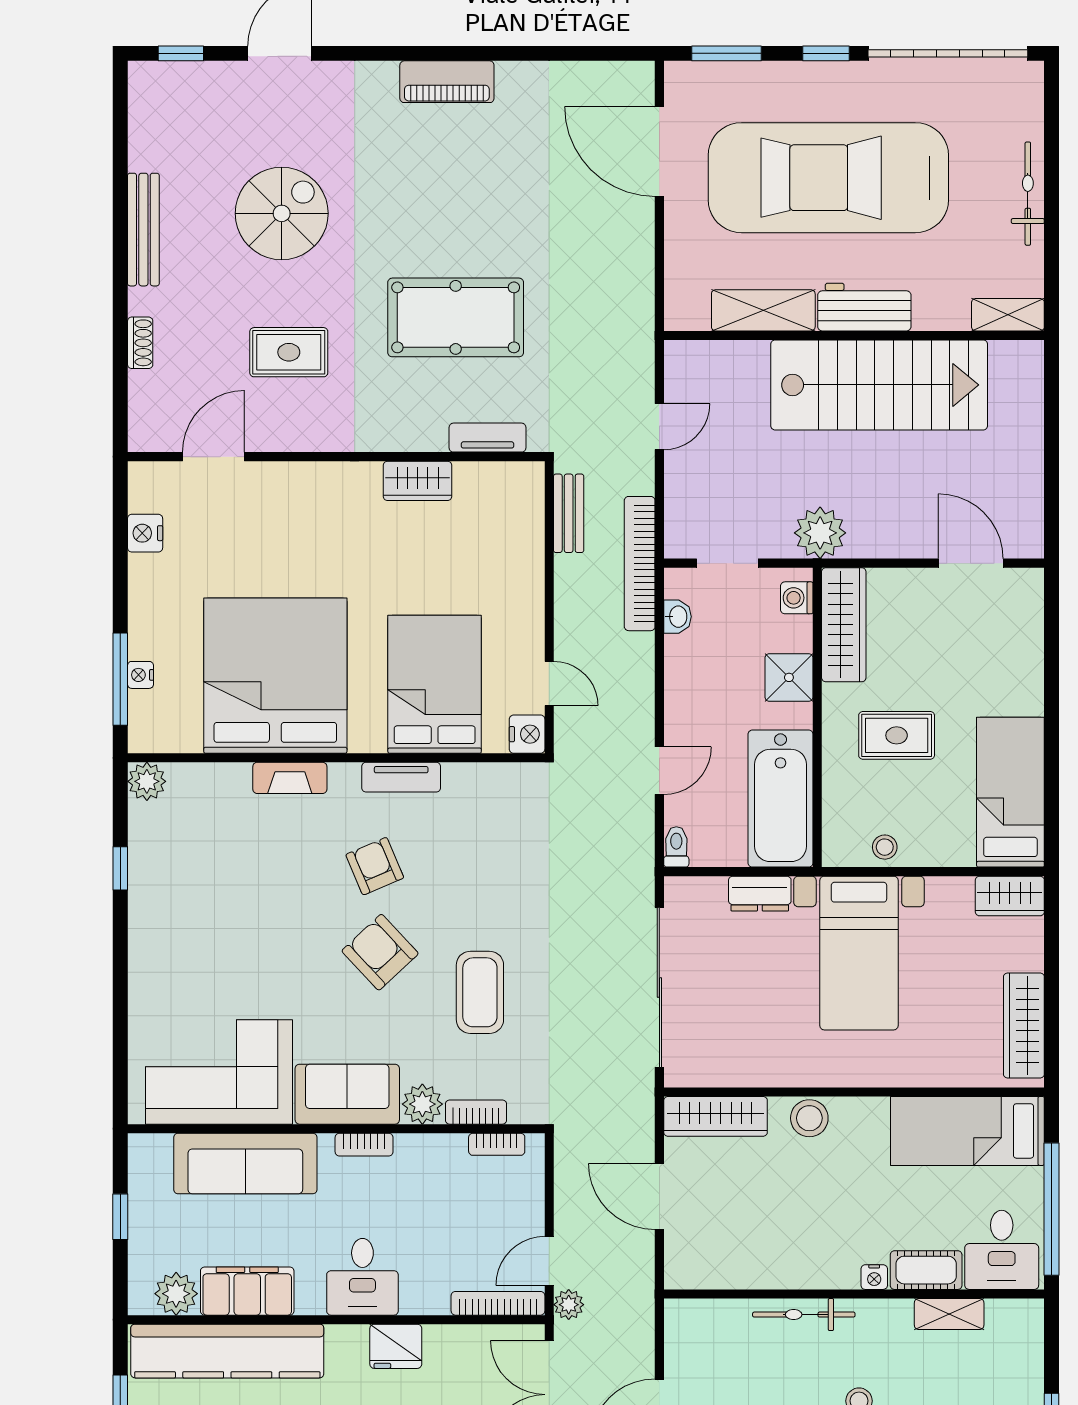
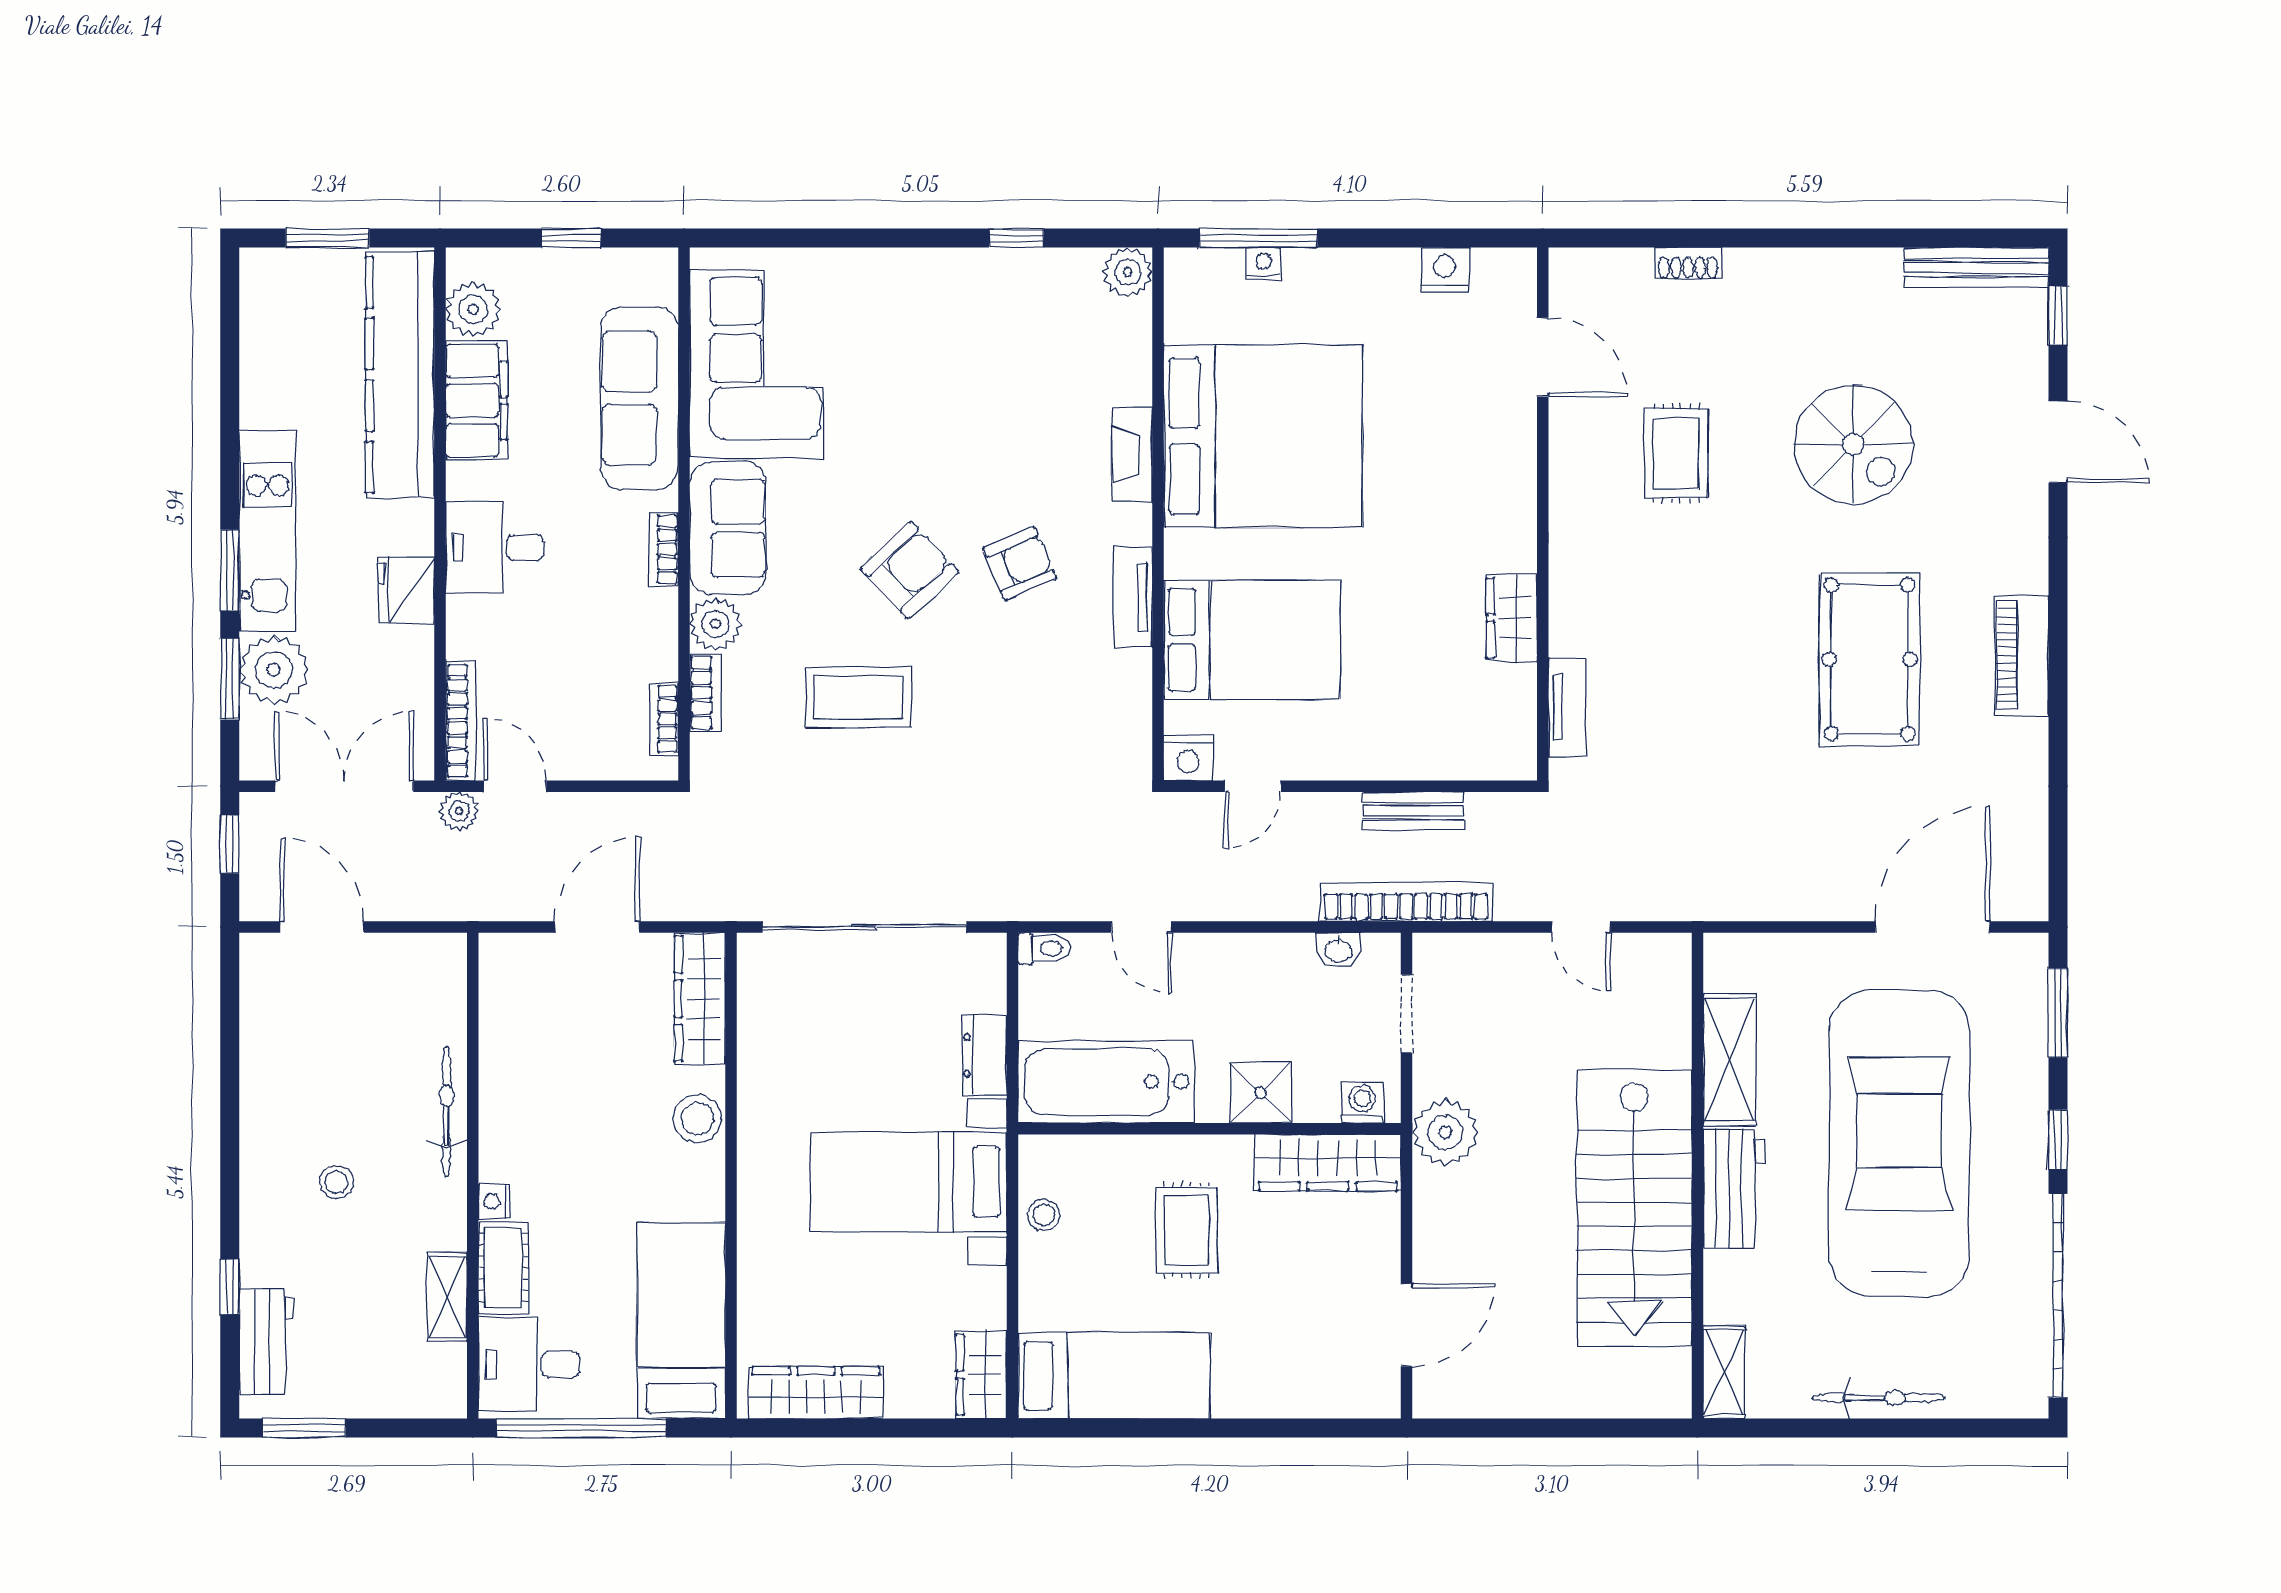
bench: (143, 230) -> (1976, 268), moved
pool table: (456, 317) -> (1869, 659), moved
bench: (569, 513) -> (1413, 811), moved

